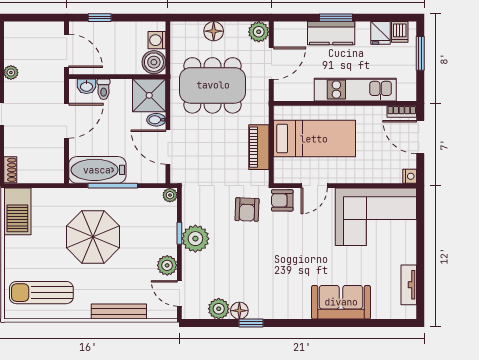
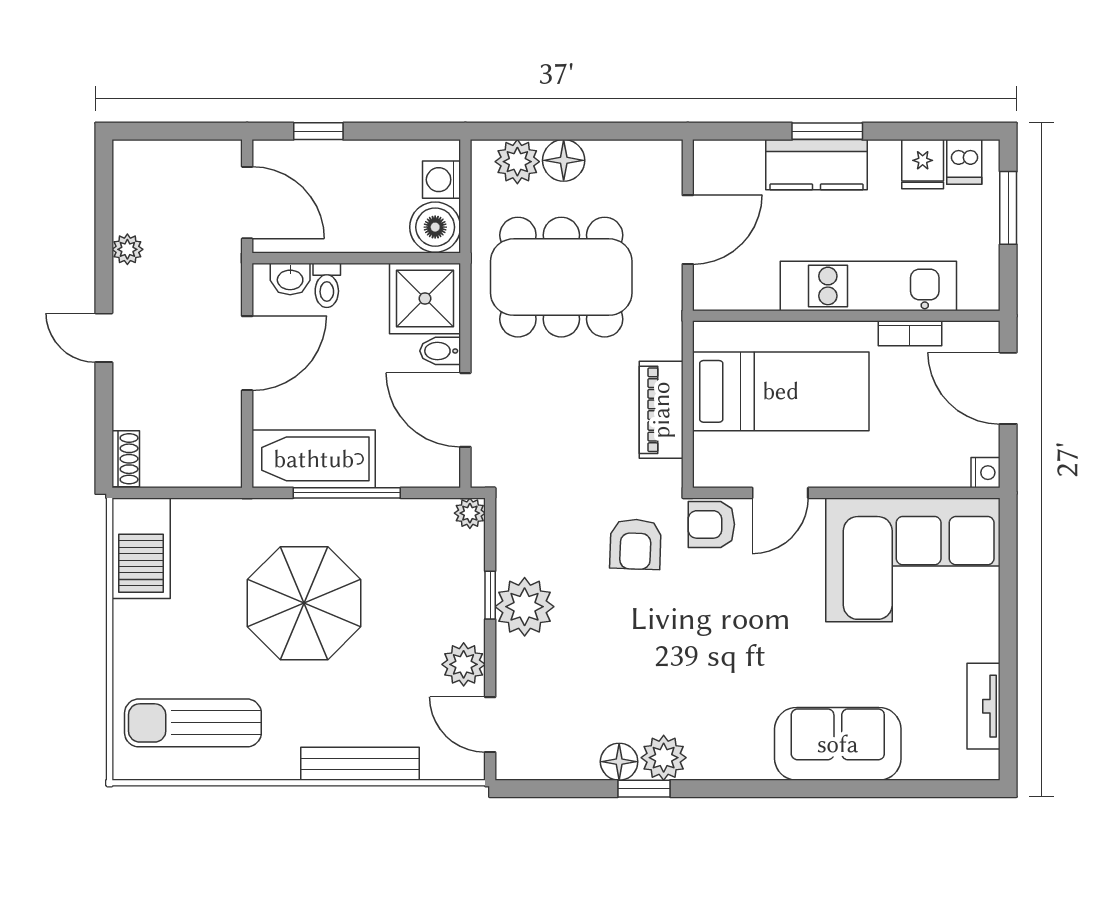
plant: (259, 32) -> (517, 162), moved
bookcase: (402, 112) -> (910, 333), moved
plant: (219, 309) -> (664, 758), moved

